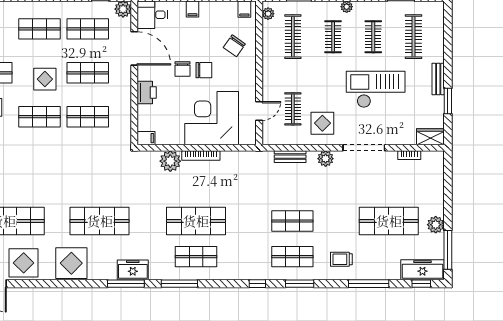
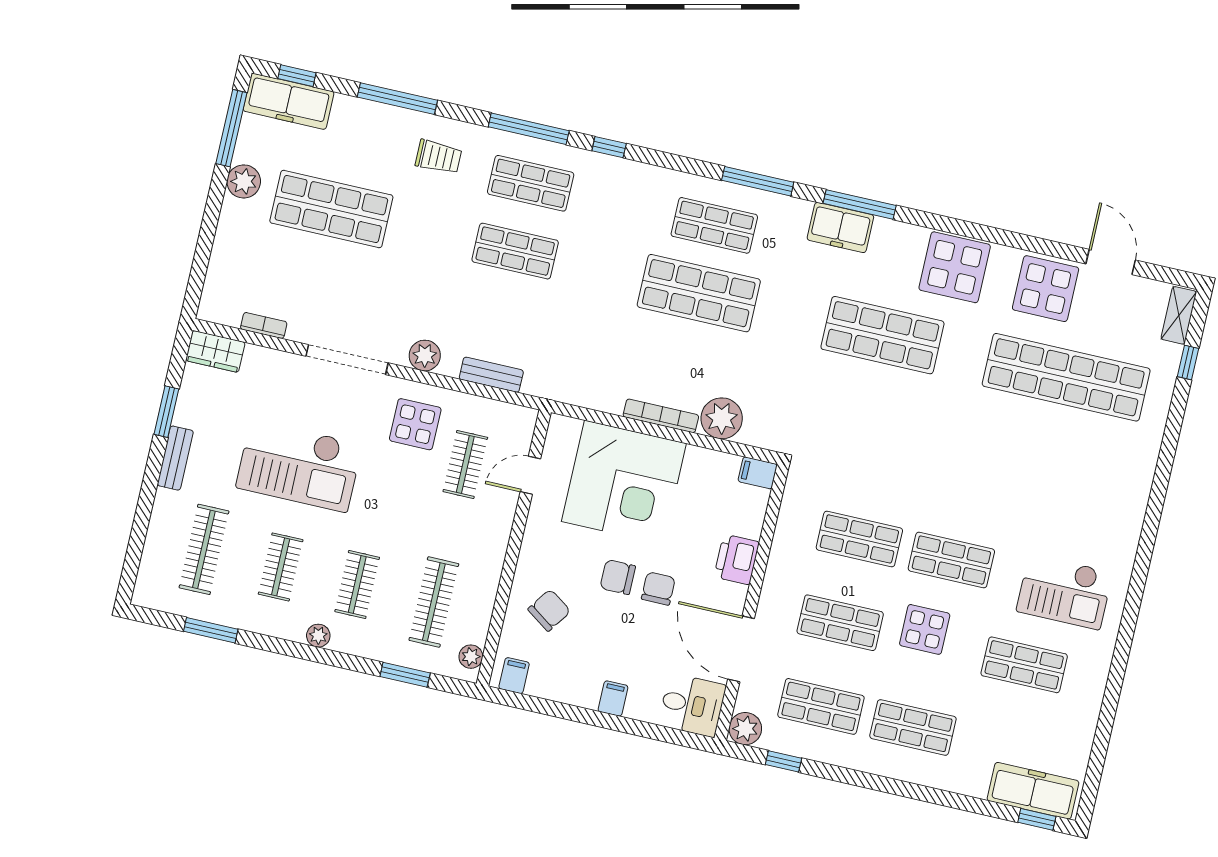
window: (300, 284) -> (529, 129), width x1.44

